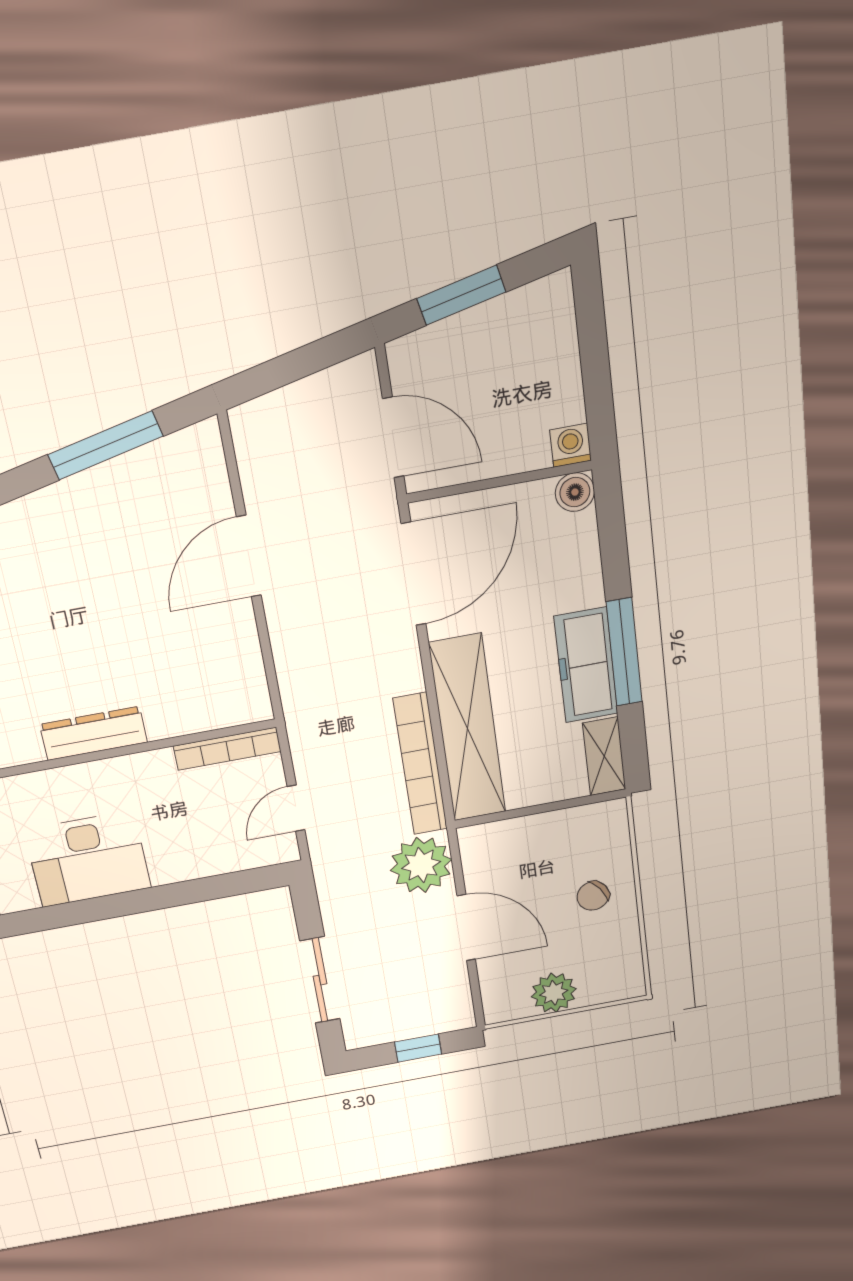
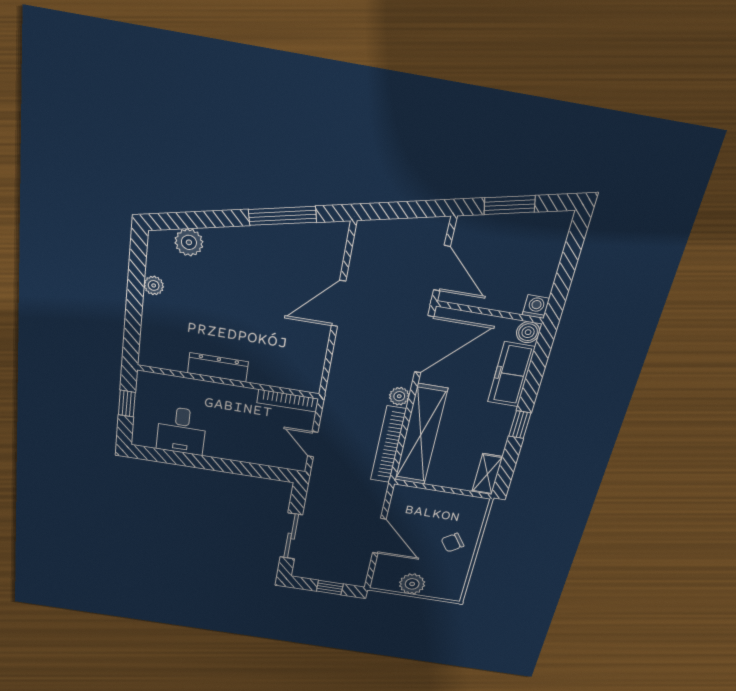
window: (624, 652) -> (520, 425), width x0.46
freezer: (586, 665) -> (511, 374), moved
door: (296, 808) -> (313, 444), hinge flipped
desk: (88, 859) -> (181, 431), width x0.73
plant: (421, 865) -> (399, 396), moved, width x0.53, depth x0.53

